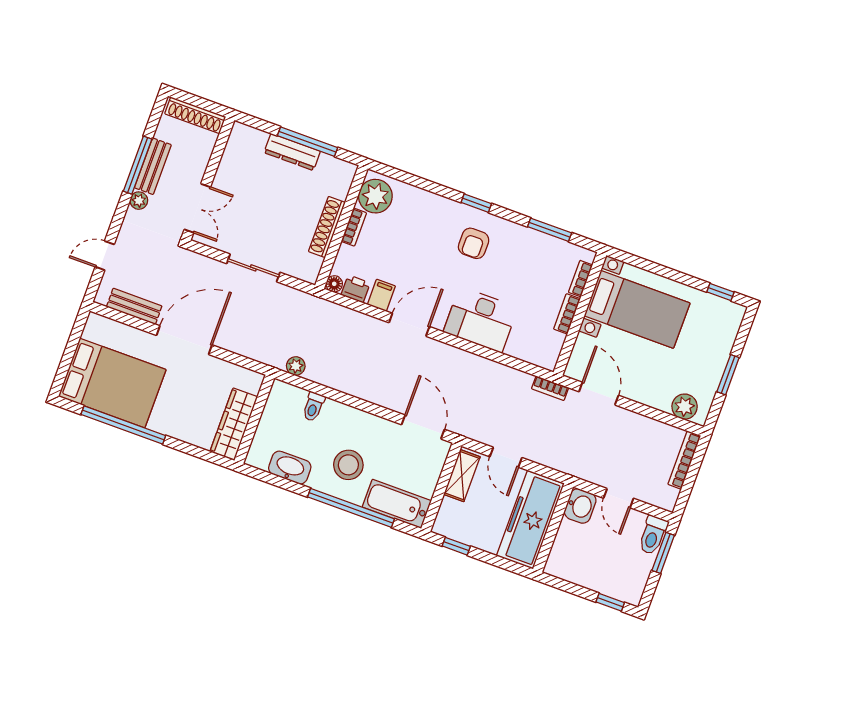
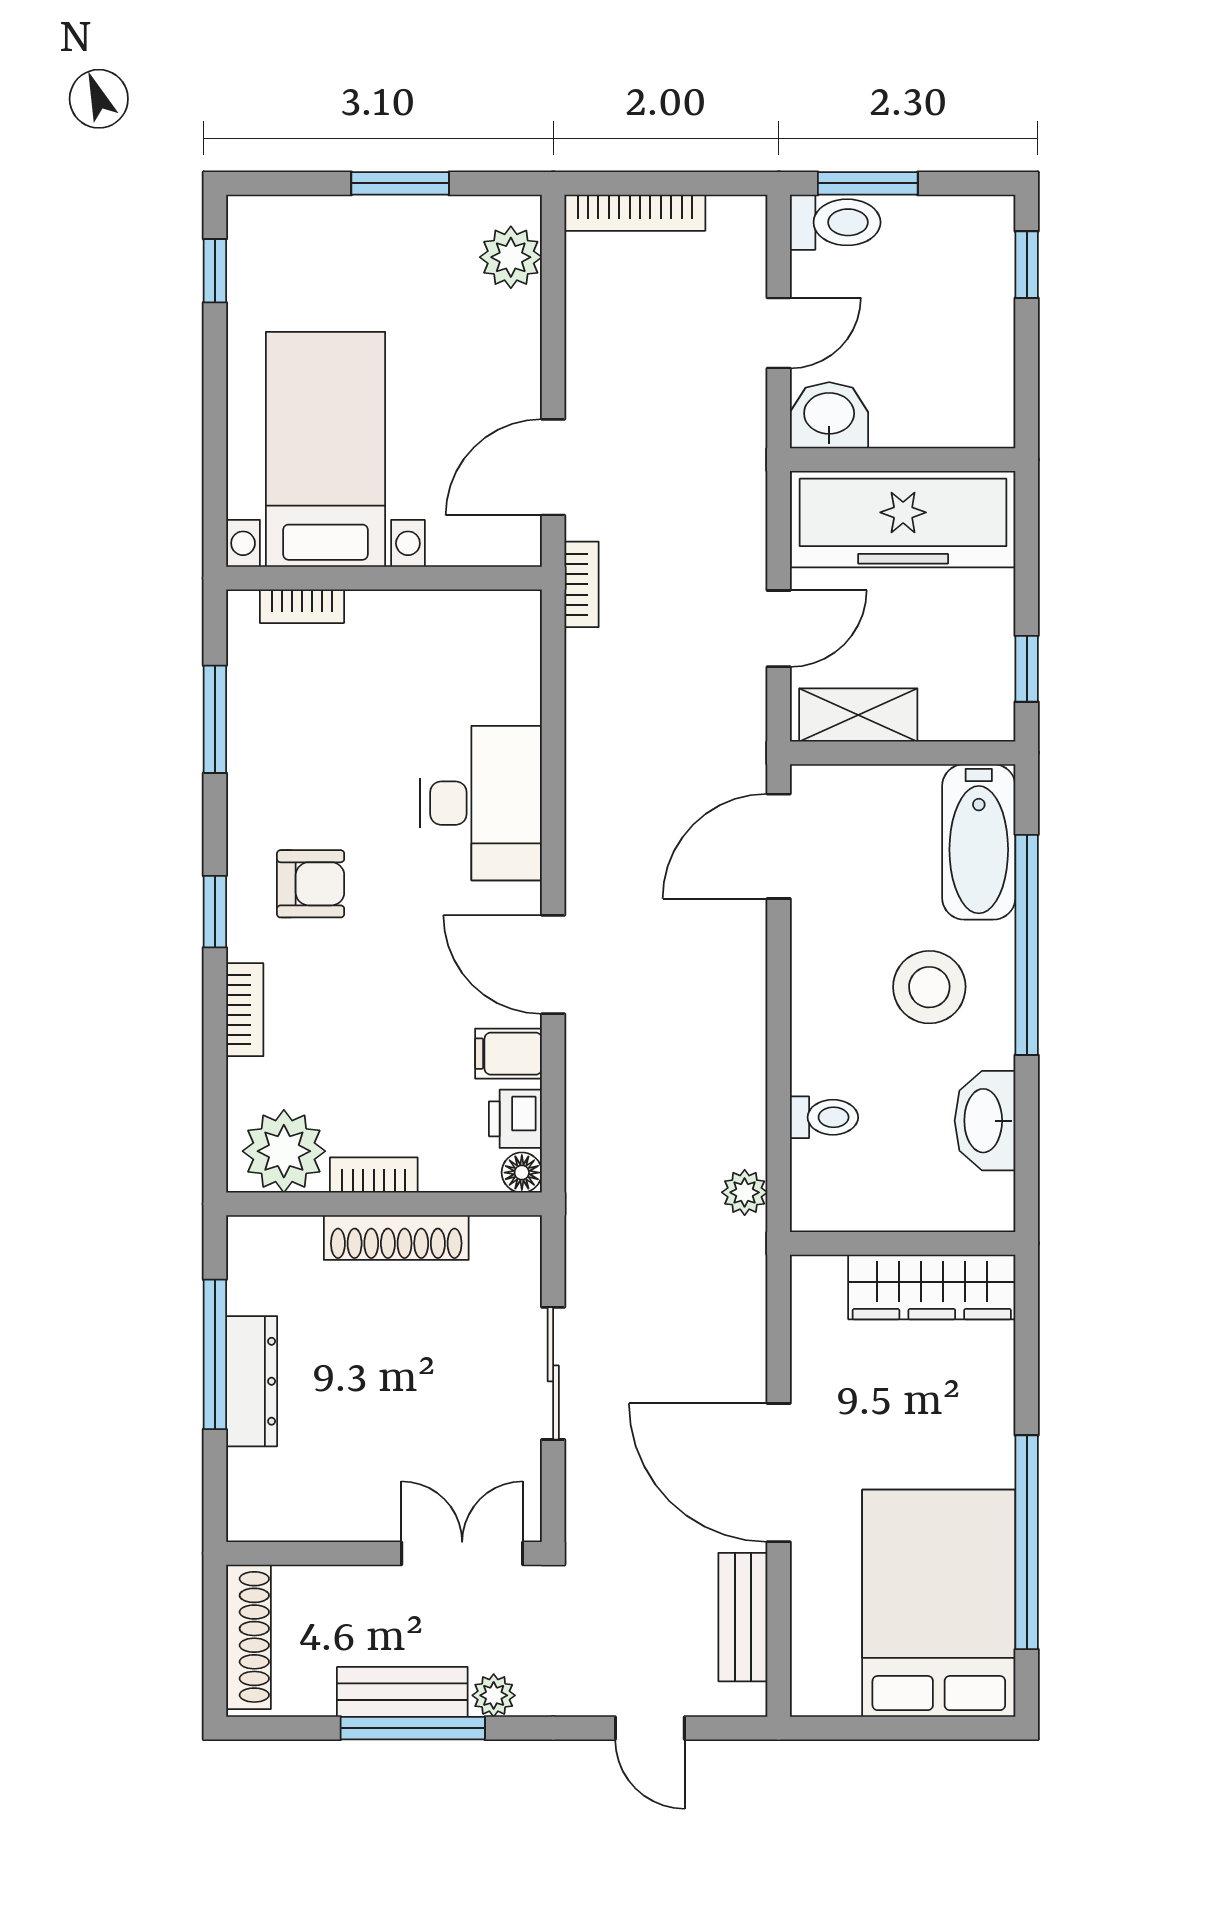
bookcase: (567, 314) -> (245, 1010), moved, turned -90

